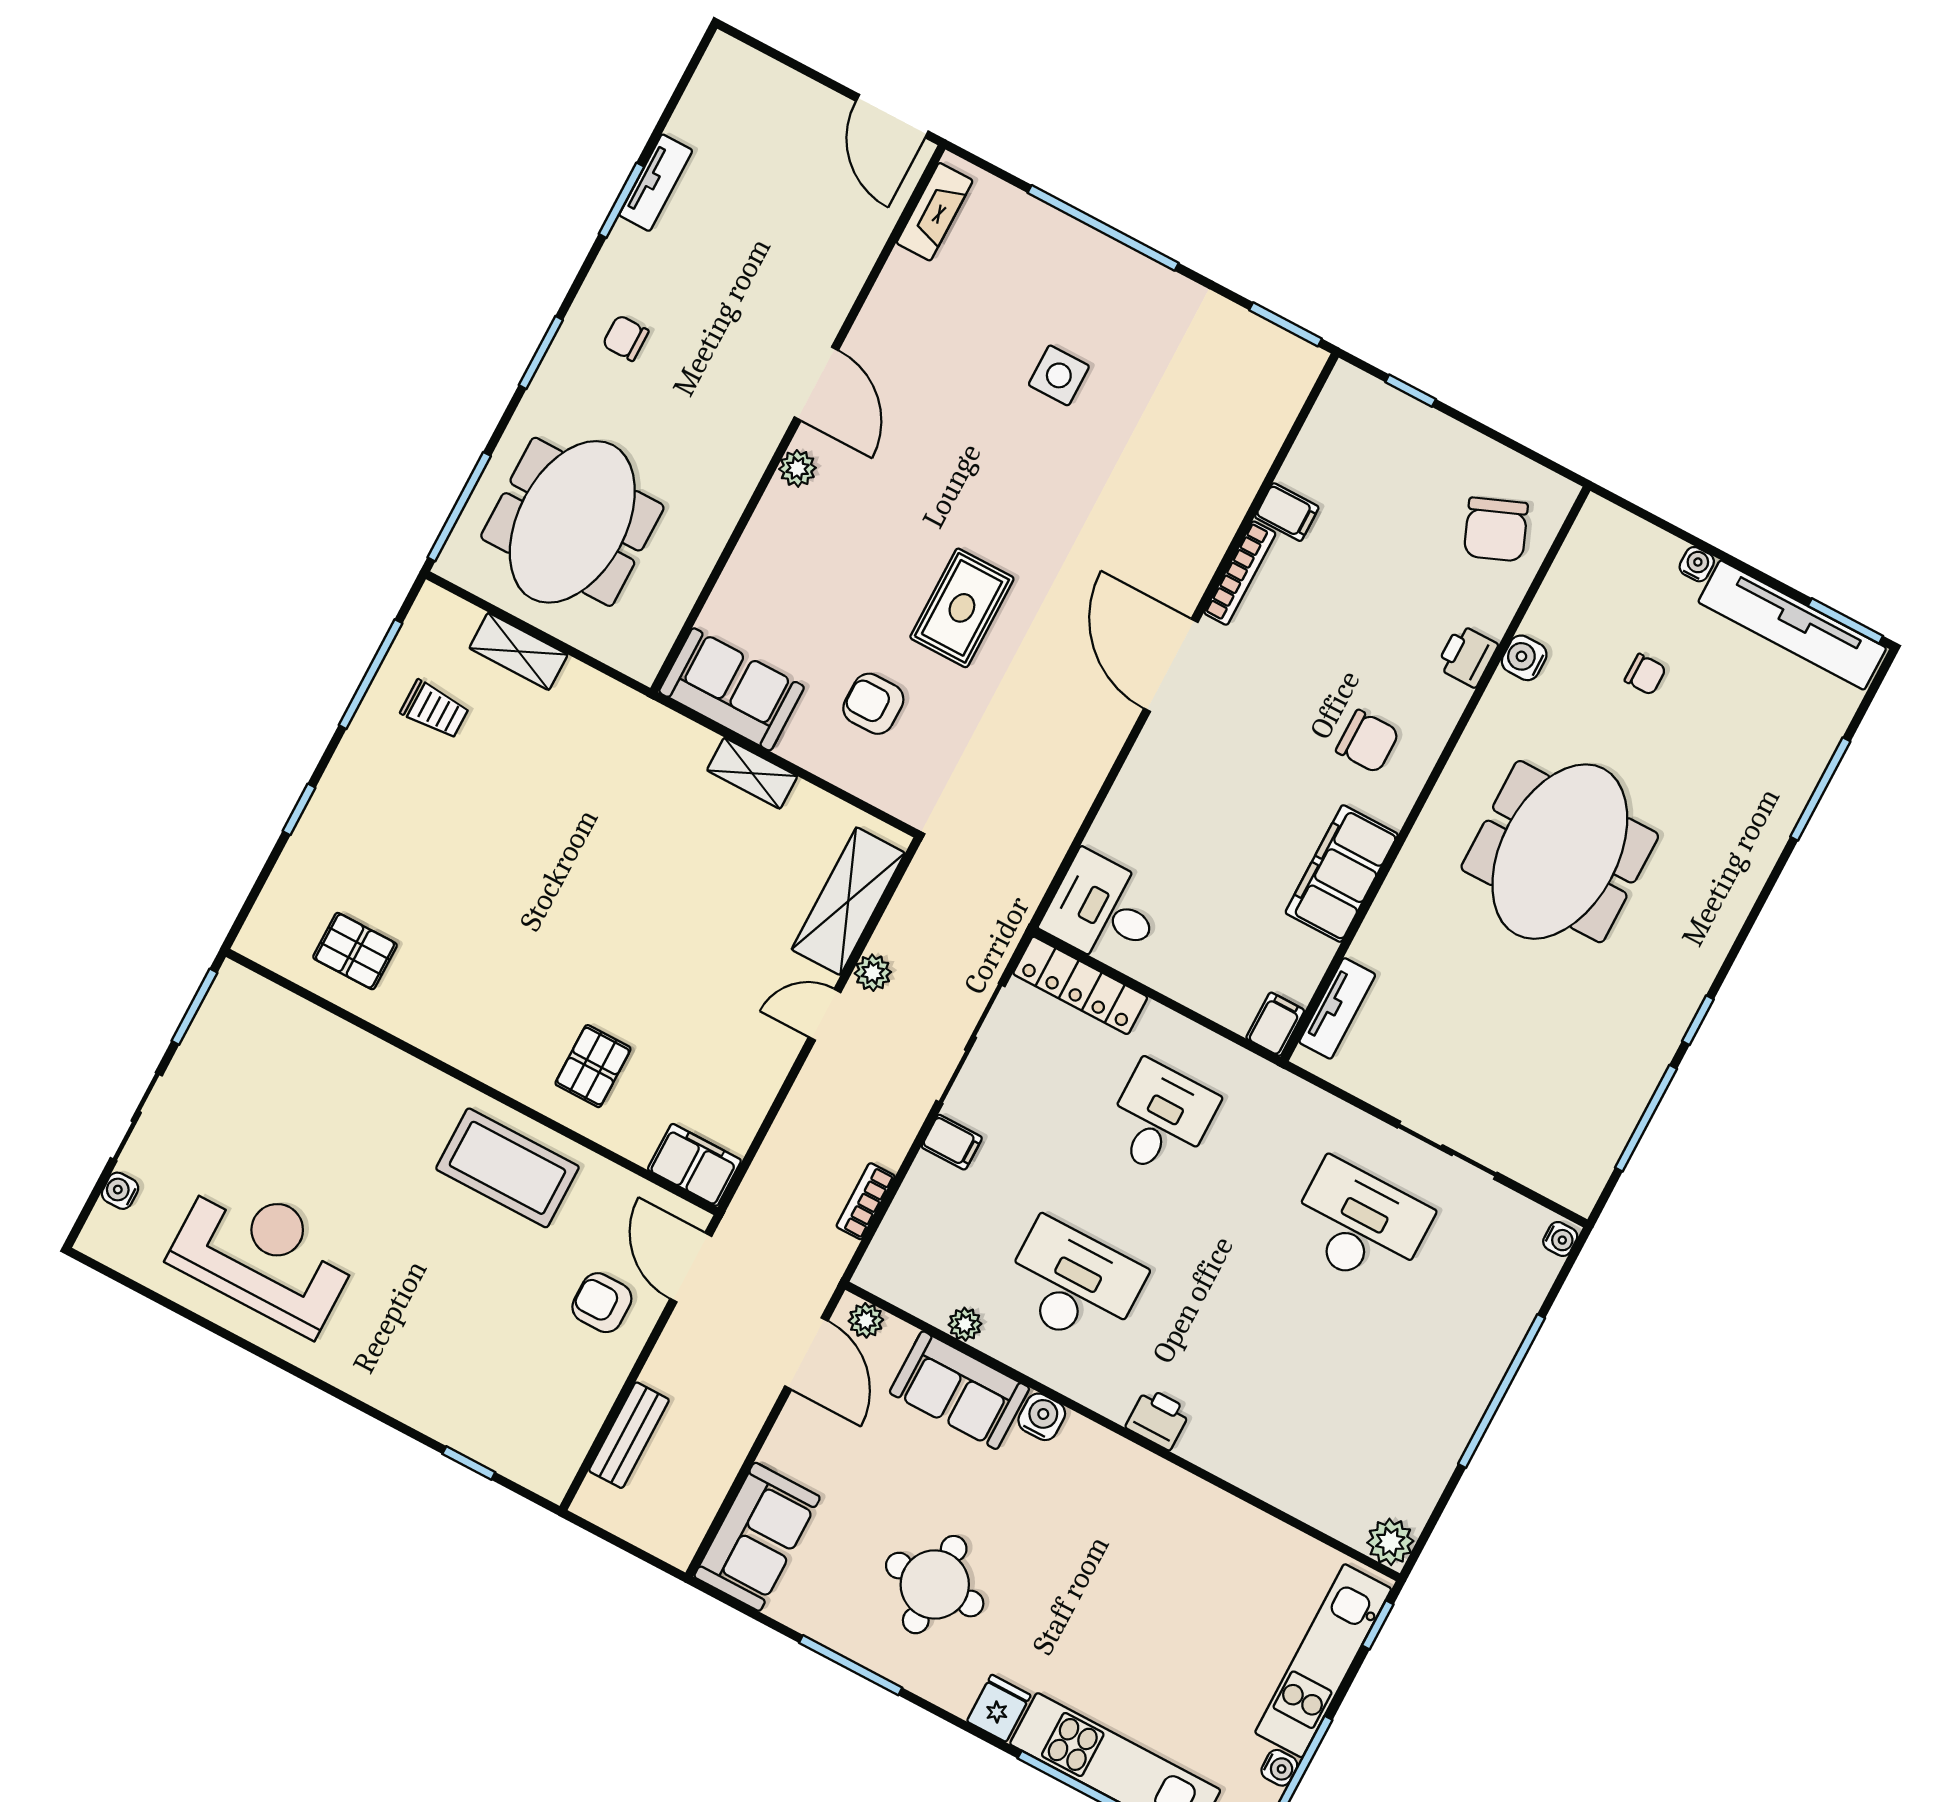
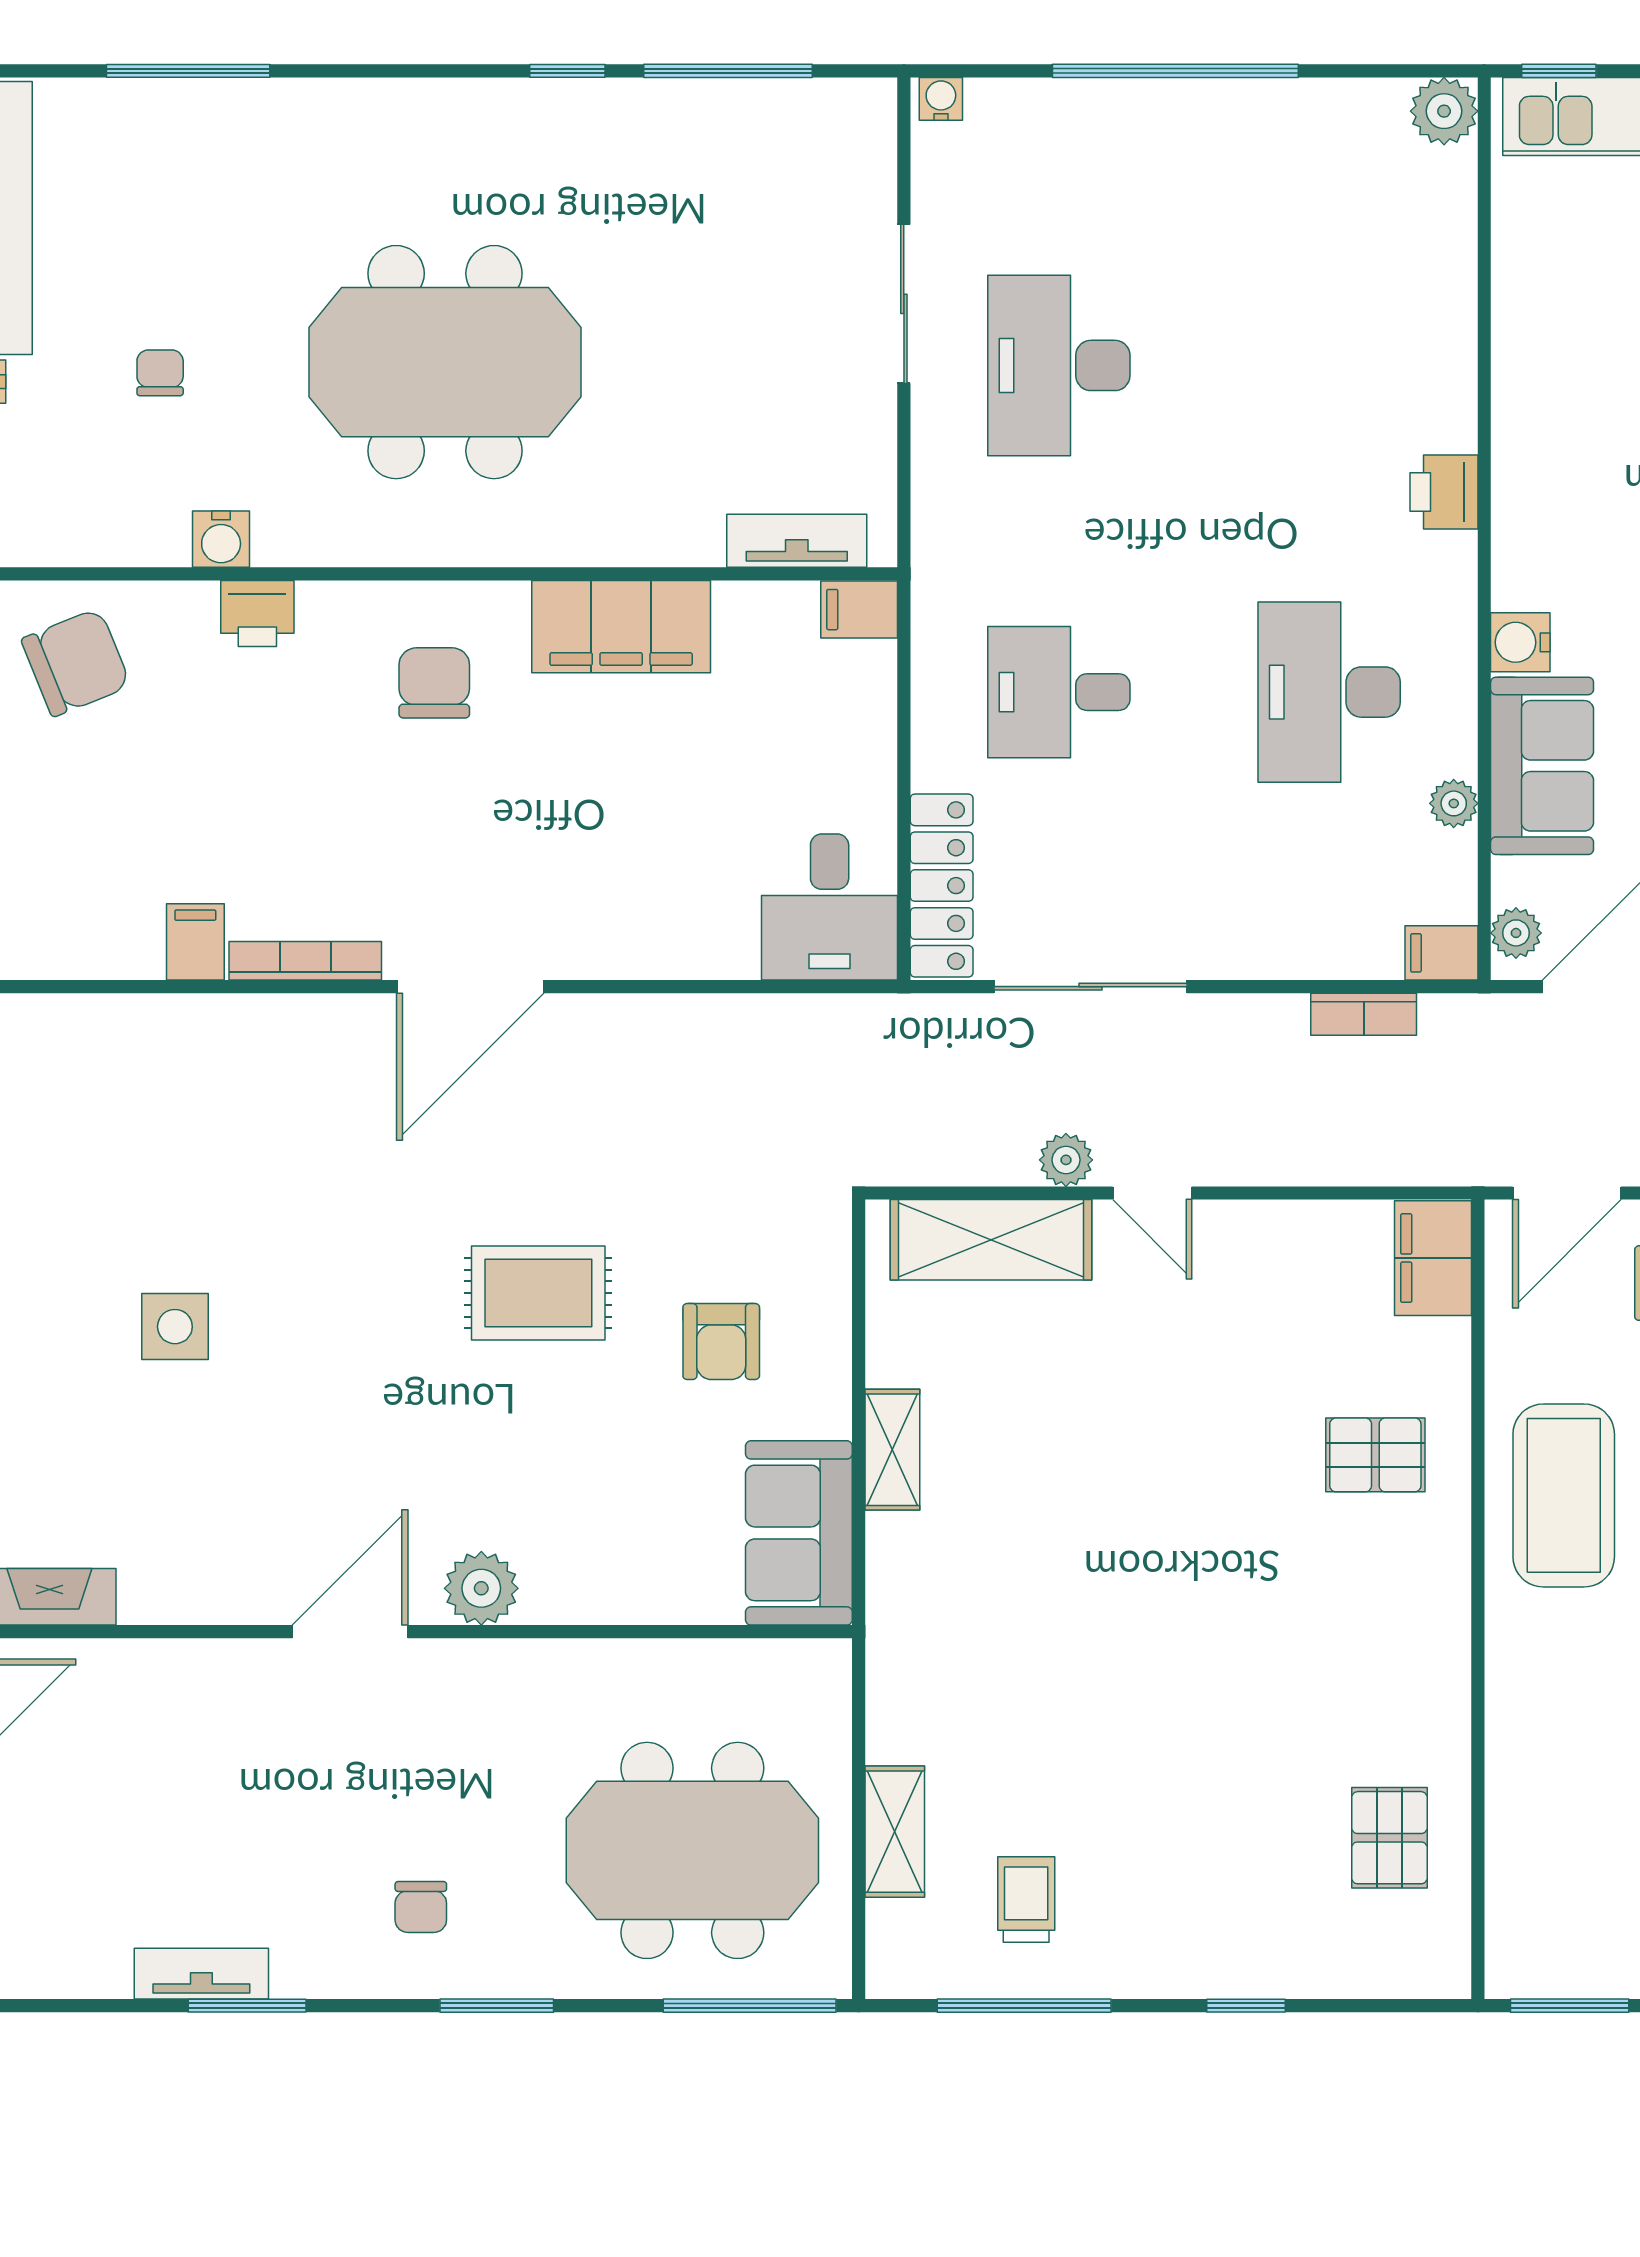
plant: (797, 468) -> (481, 1588), width x1.38, depth x1.38
filing cabinet: (952, 1142) -> (1441, 953), moved, turned -90

